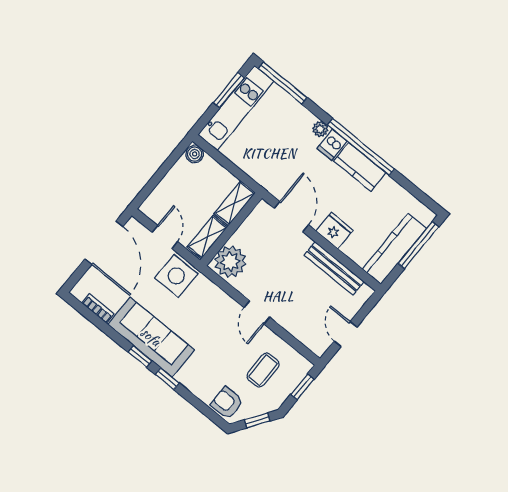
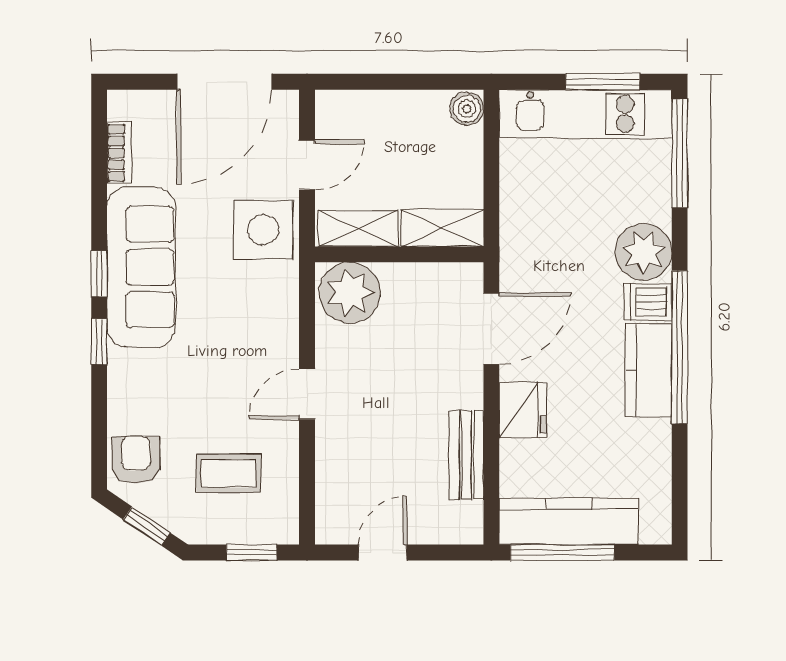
plant: (320, 129) -> (644, 252), width x1.87, depth x1.87
window: (418, 245) -> (562, 552), moved
bench: (334, 268) -> (466, 455), width x0.73

